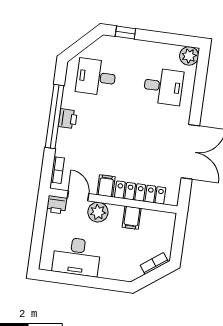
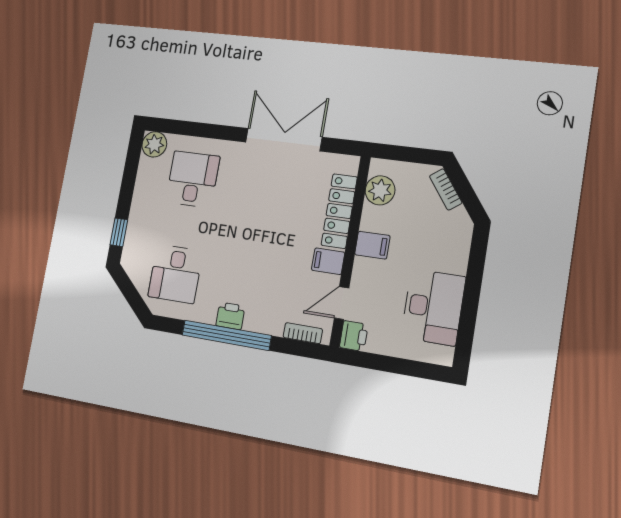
plant: (98, 212) -> (380, 190), moved
filing cabinet: (132, 218) -> (372, 245), moved

